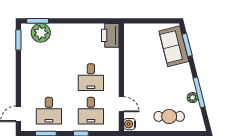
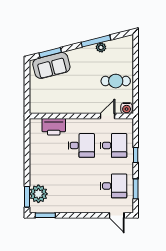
printer: (110, 35) -> (54, 127), moved
cafe table: (169, 116) -> (116, 81), moved, turned 90

